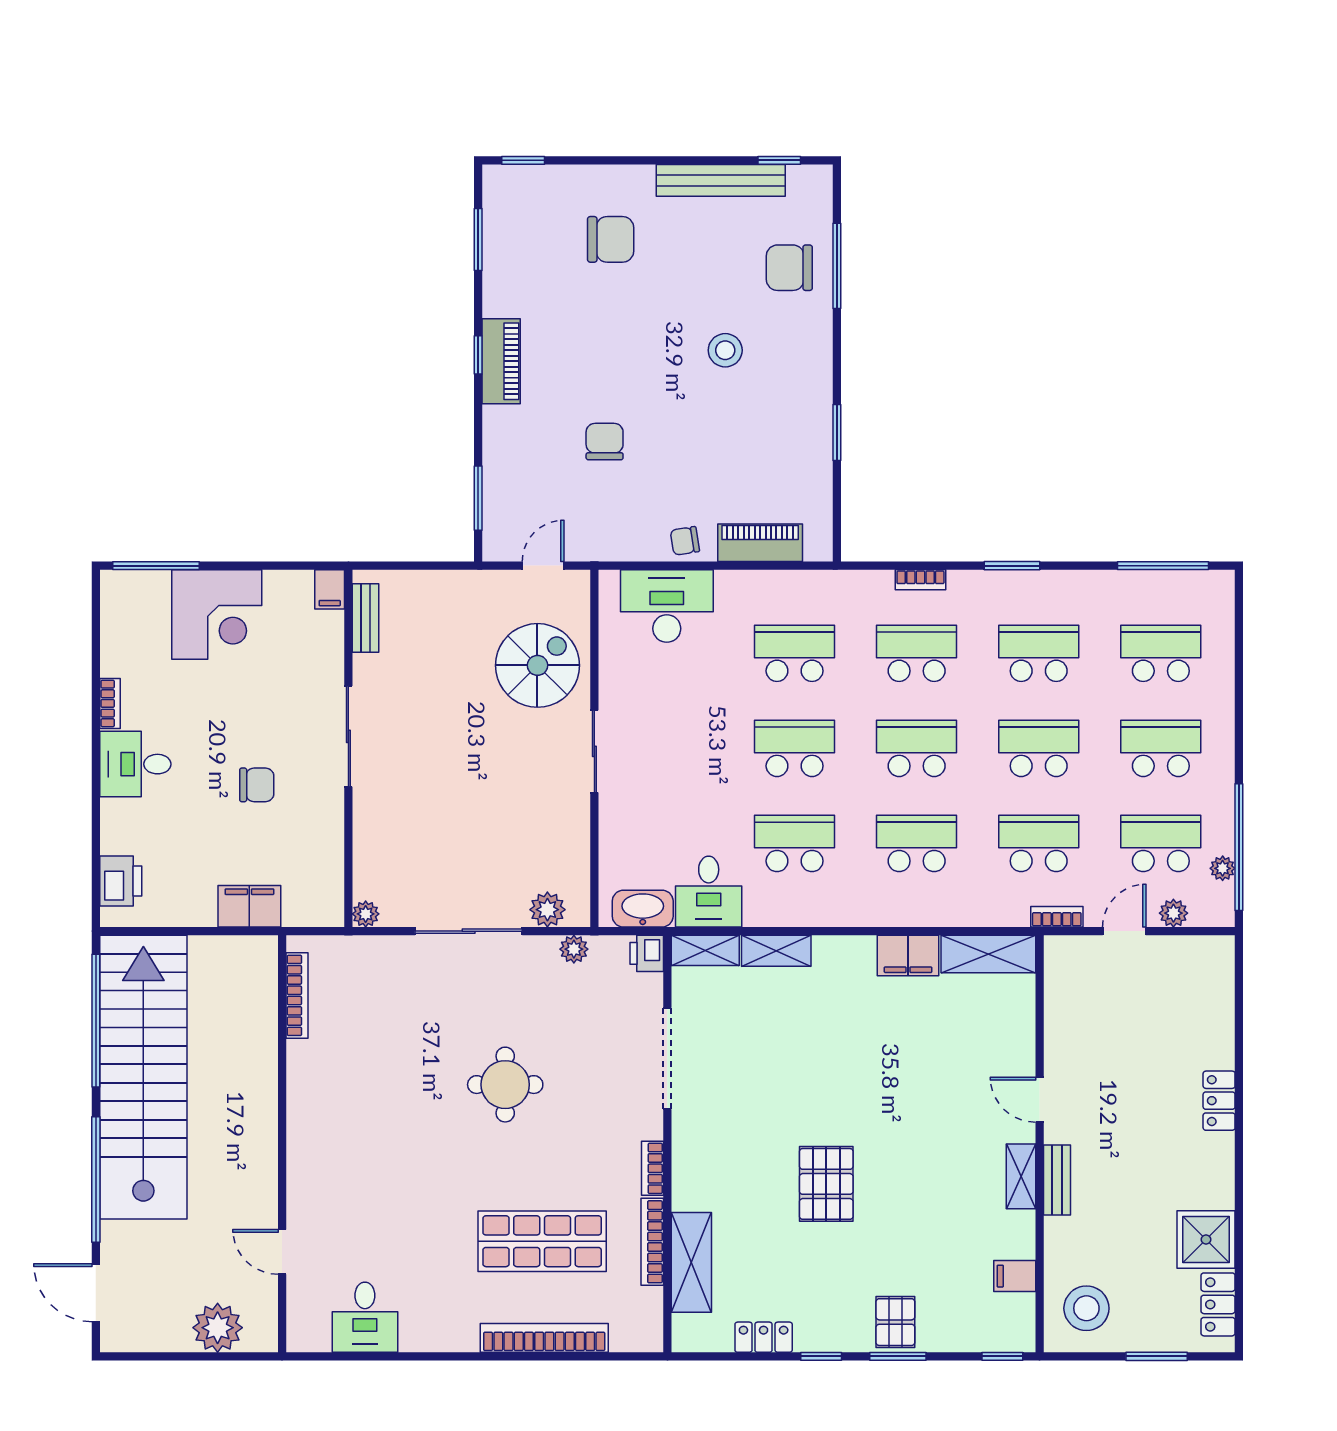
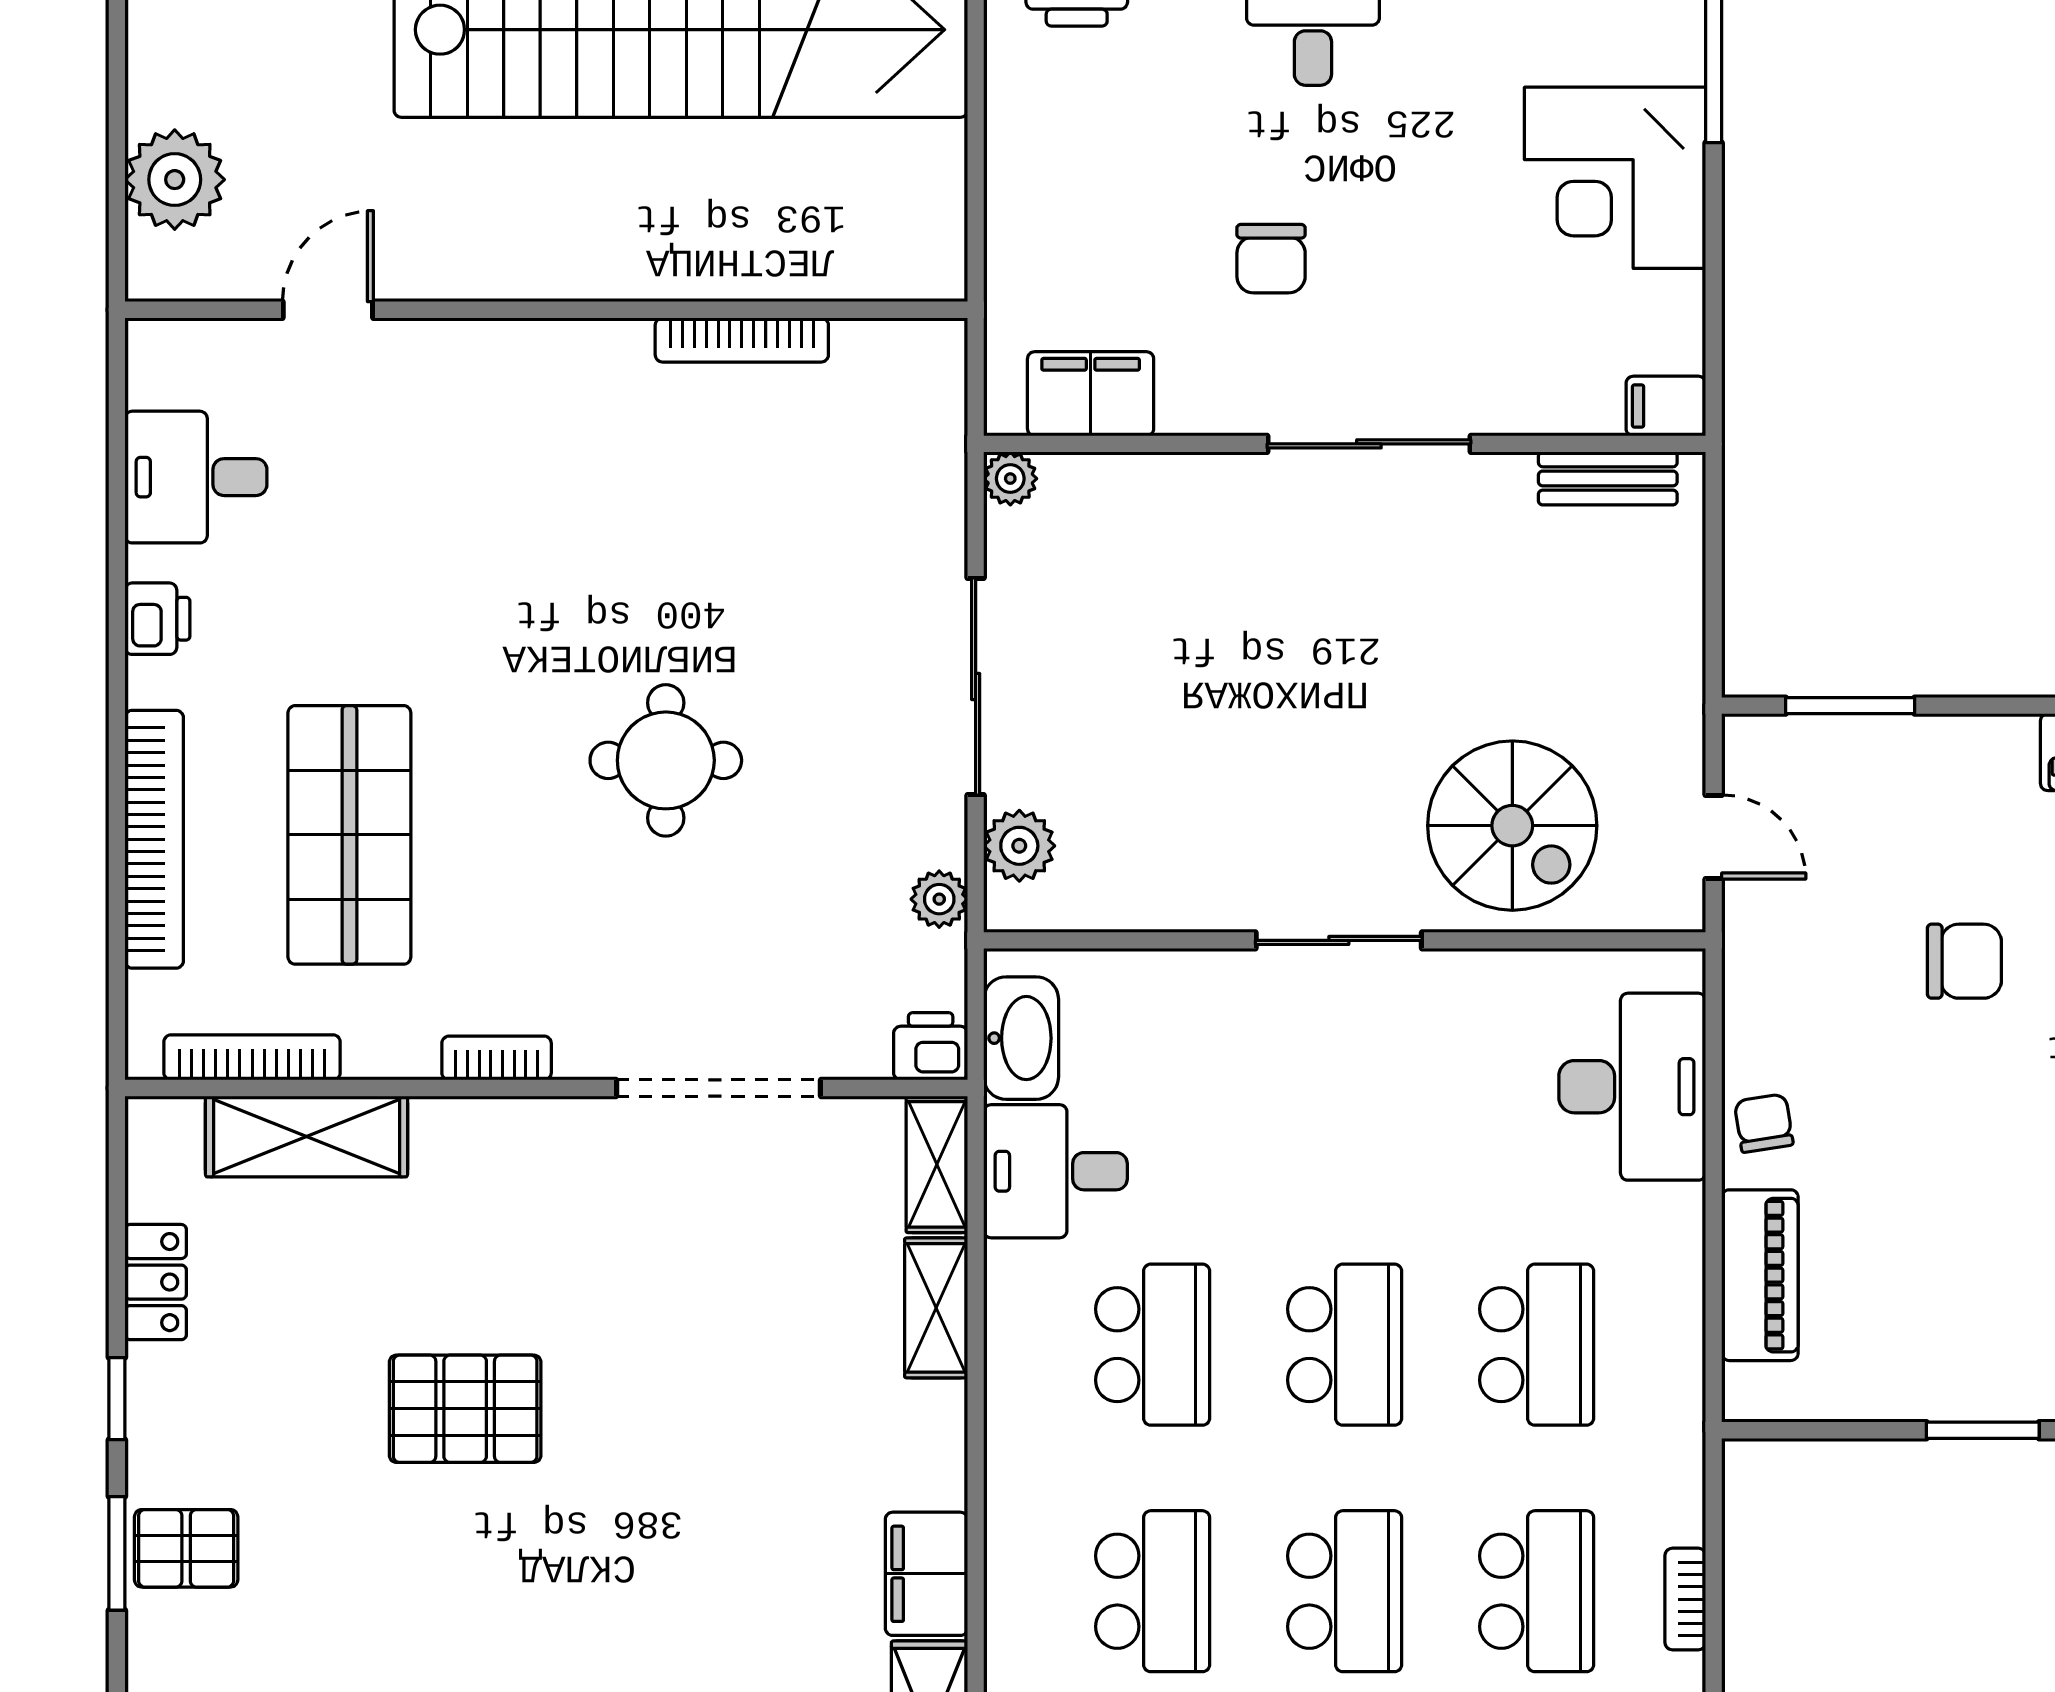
filing cabinet: (249, 906) -> (1091, 394), moved, turned -90
bookcase: (297, 995) -> (742, 340), moved
bookcase: (652, 1242) -> (252, 1057), moved
printer: (435, 1336) -> (157, 619), added

